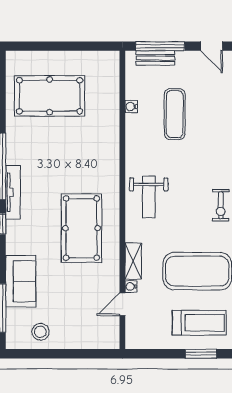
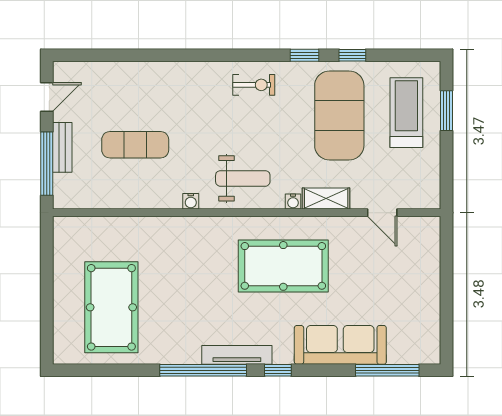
bench: (155, 58) -> (62, 147), moved
water cooler: (131, 107) -> (191, 201), moved
sofa: (21, 281) -> (340, 345), width x1.36
water cooler: (131, 287) -> (293, 202), moved
stool: (40, 332) -> (418, 319), removed

